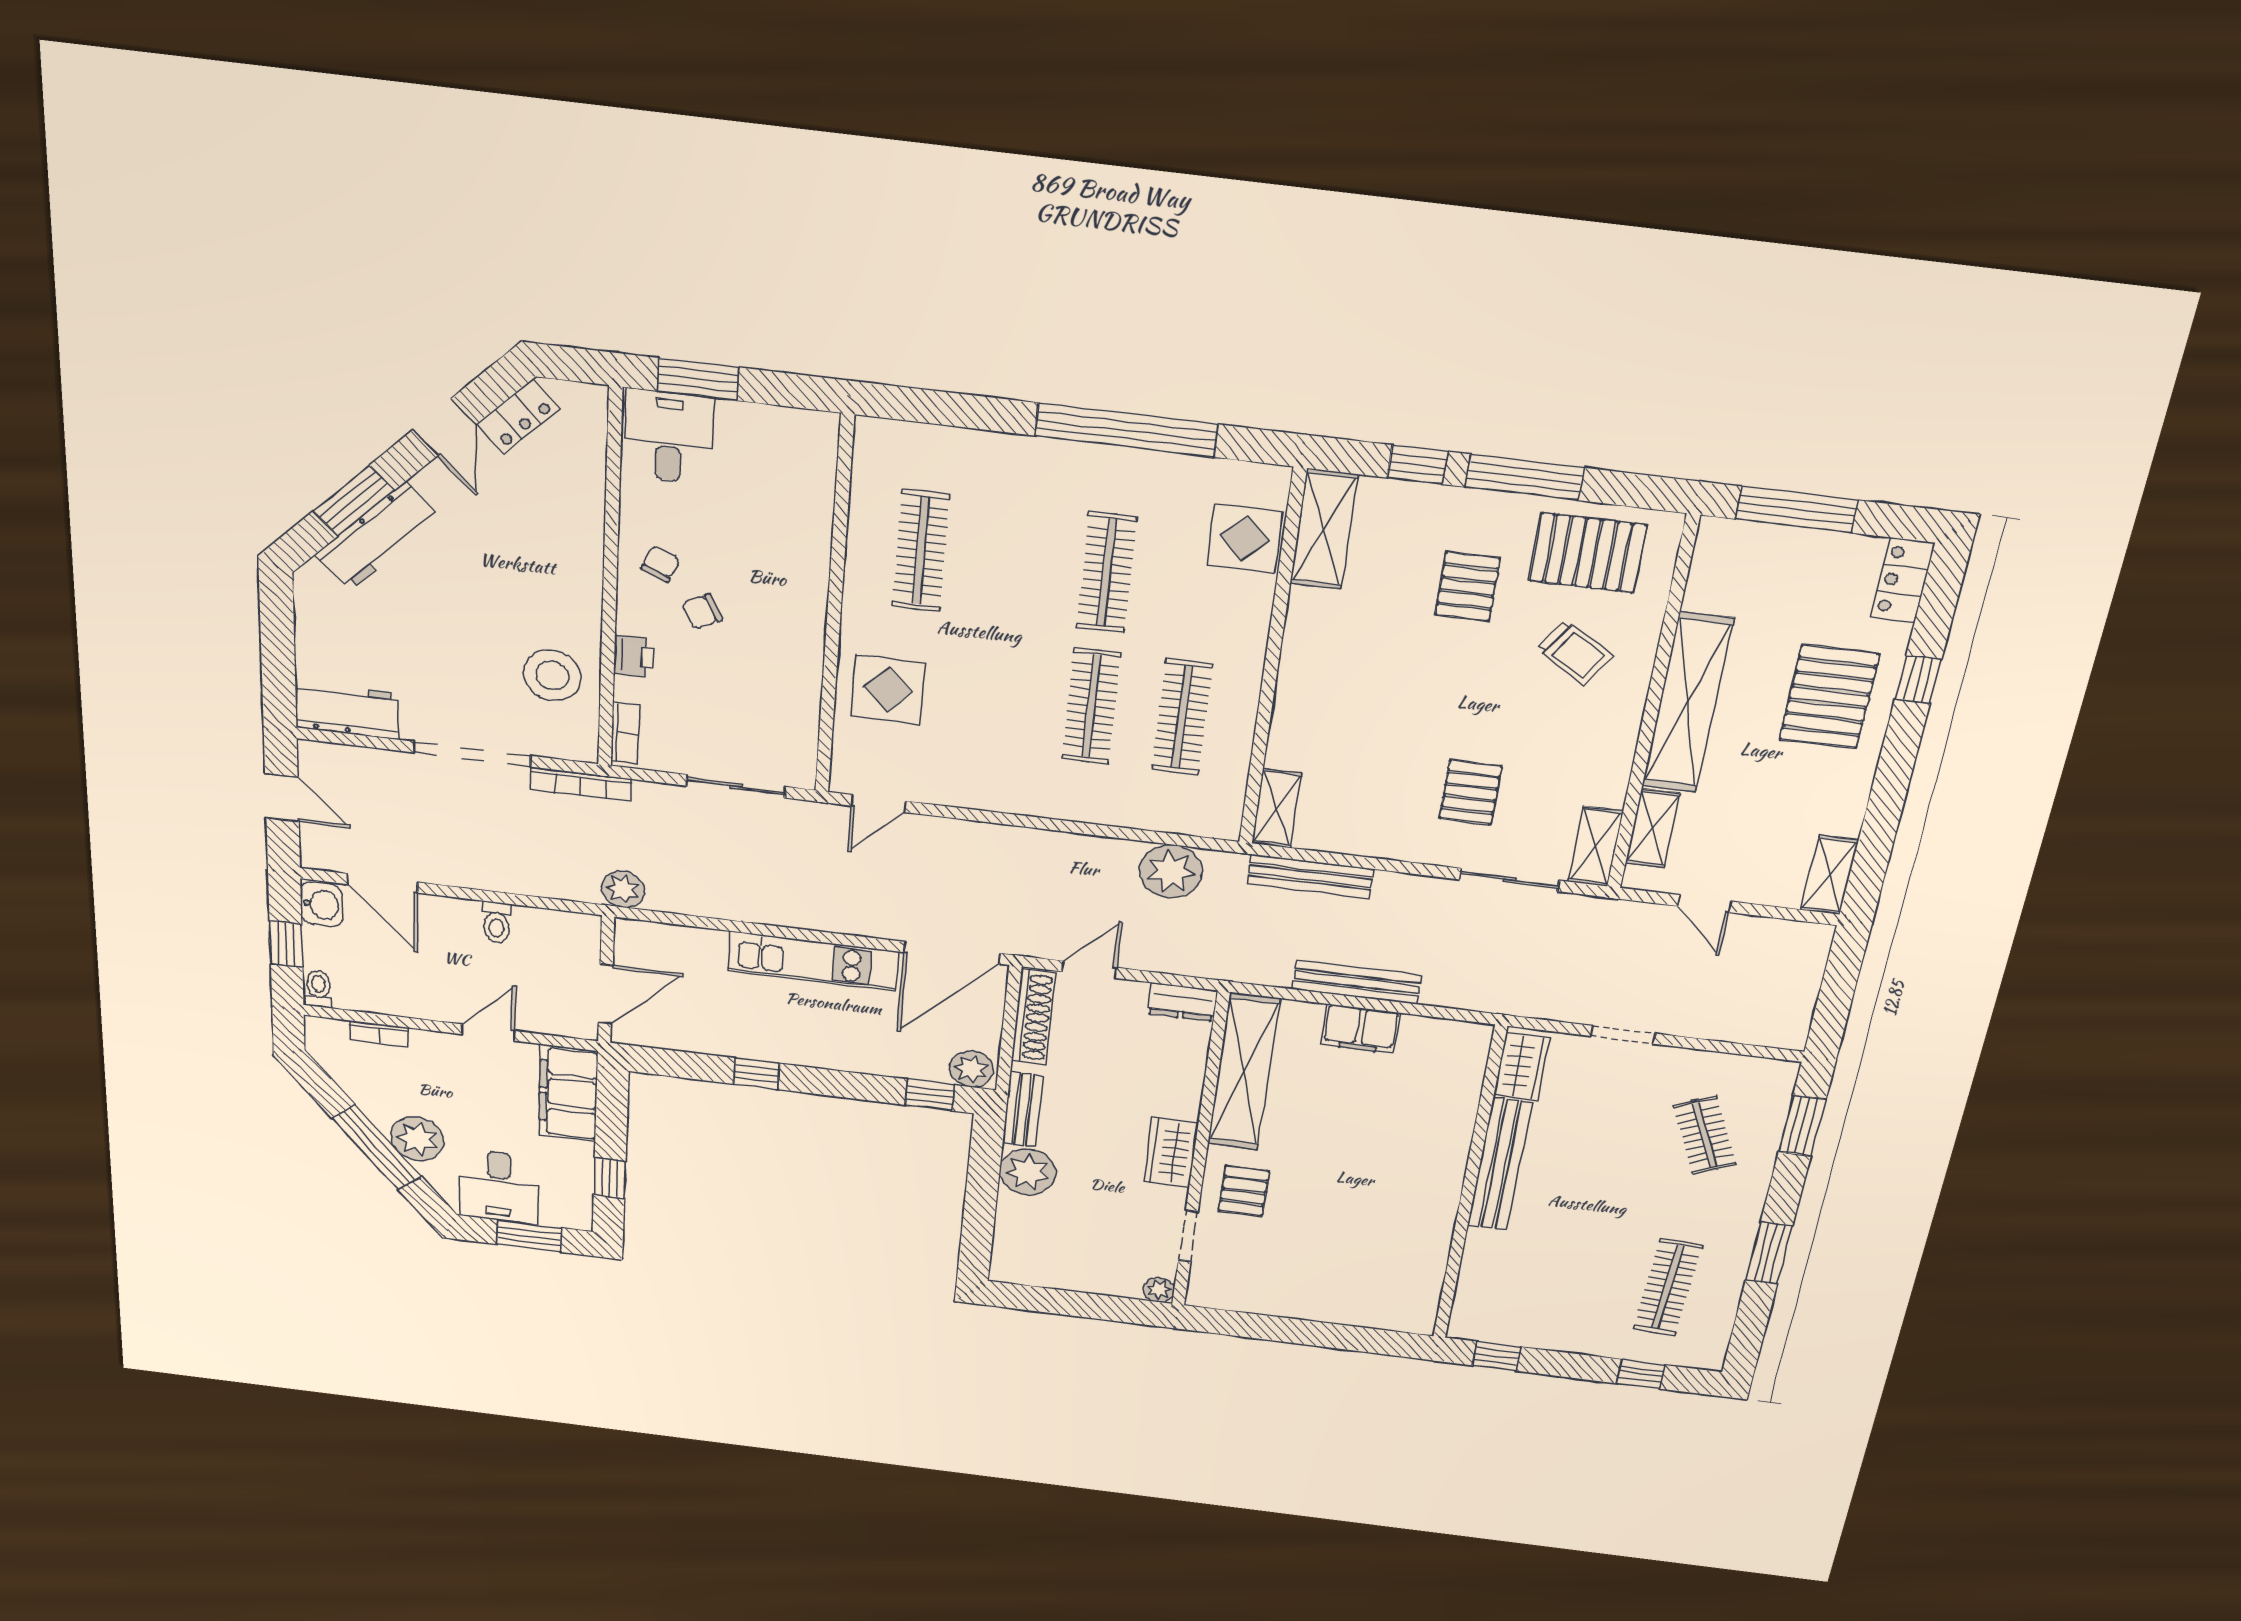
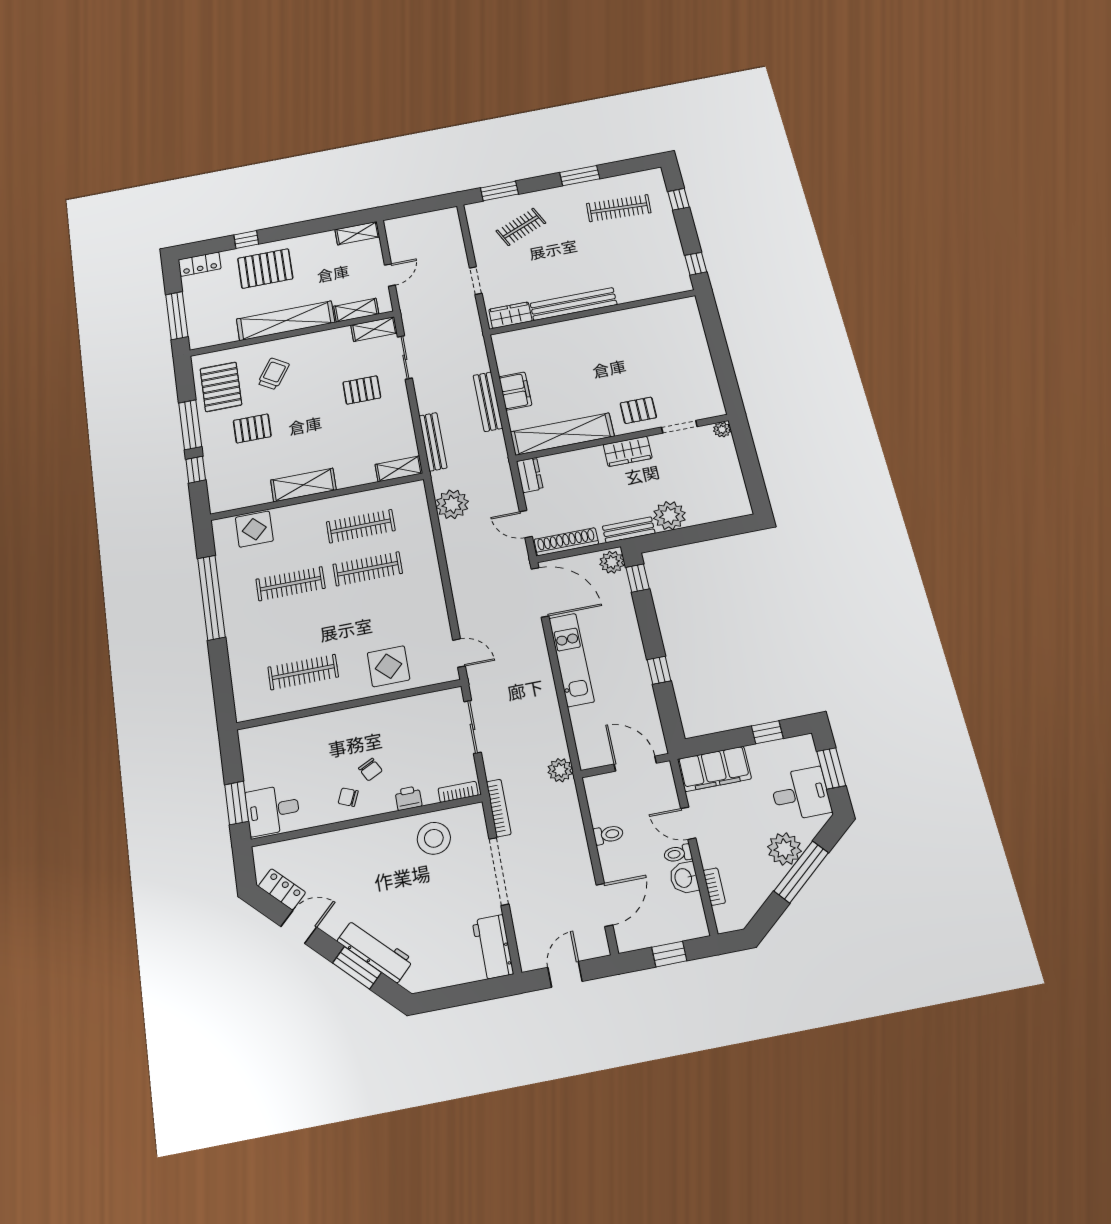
shelving: (1324, 529) -> (303, 485), moved
washbasin: (322, 904) -> (684, 878), moved, turned -90
toilet: (319, 989) -> (678, 854), moved

